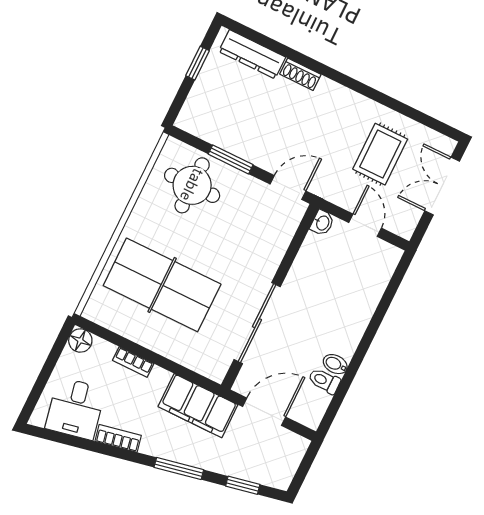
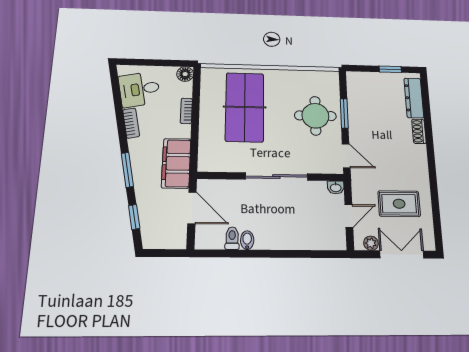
round table: (192, 185) -> (315, 116), moved
plant: (411, 216) -> (371, 243), added
sliding door: (257, 323) -> (276, 177), moved

